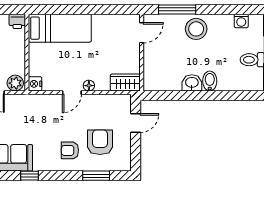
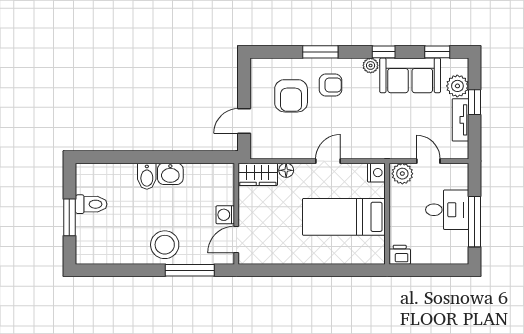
washing machine: (241, 21) -> (225, 215), moved, turned -90
bed: (60, 28) -> (344, 217), moved
floor lamp: (89, 86) -> (286, 170), moved
plant: (39, 165) -> (371, 65), added
window: (96, 176) -> (320, 52), moved

